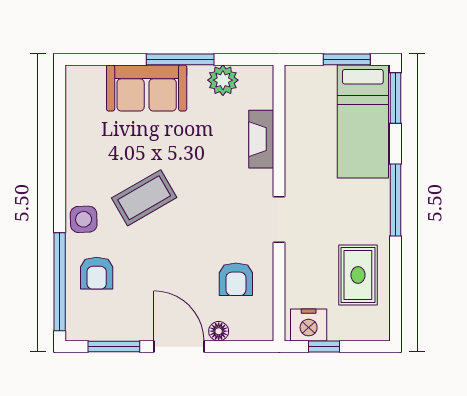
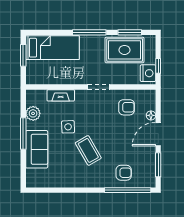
window: (396, 98) -> (130, 32), moved
side table: (84, 219) -> (68, 127), moved
rug: (358, 275) -> (125, 50), width x1.36, depth x1.43

